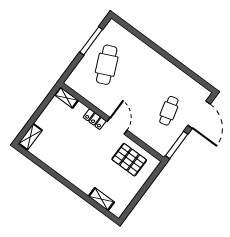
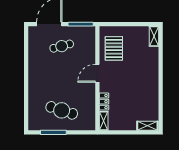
cafe table: (107, 65) -> (62, 110), turned 42
locker: (95, 119) -> (104, 102), moved
shelving: (101, 199) -> (154, 36), moved

